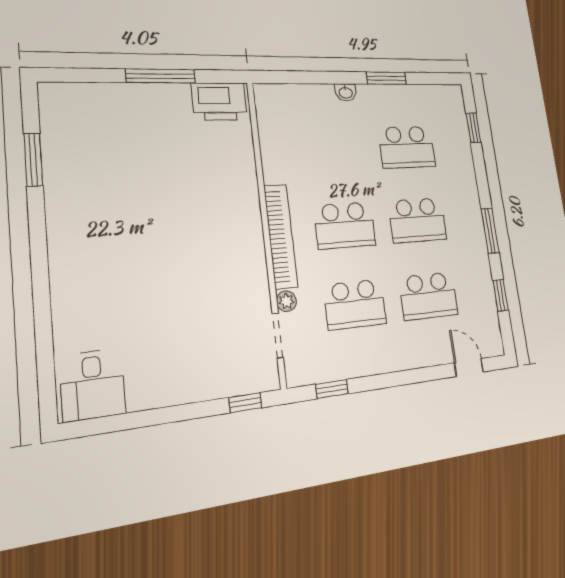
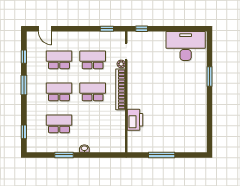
printer: (219, 101) -> (135, 120), moved, turned 90
window: (33, 160) -> (209, 76), moved
desk: (93, 385) -> (186, 46), width x1.87, depth x1.30

